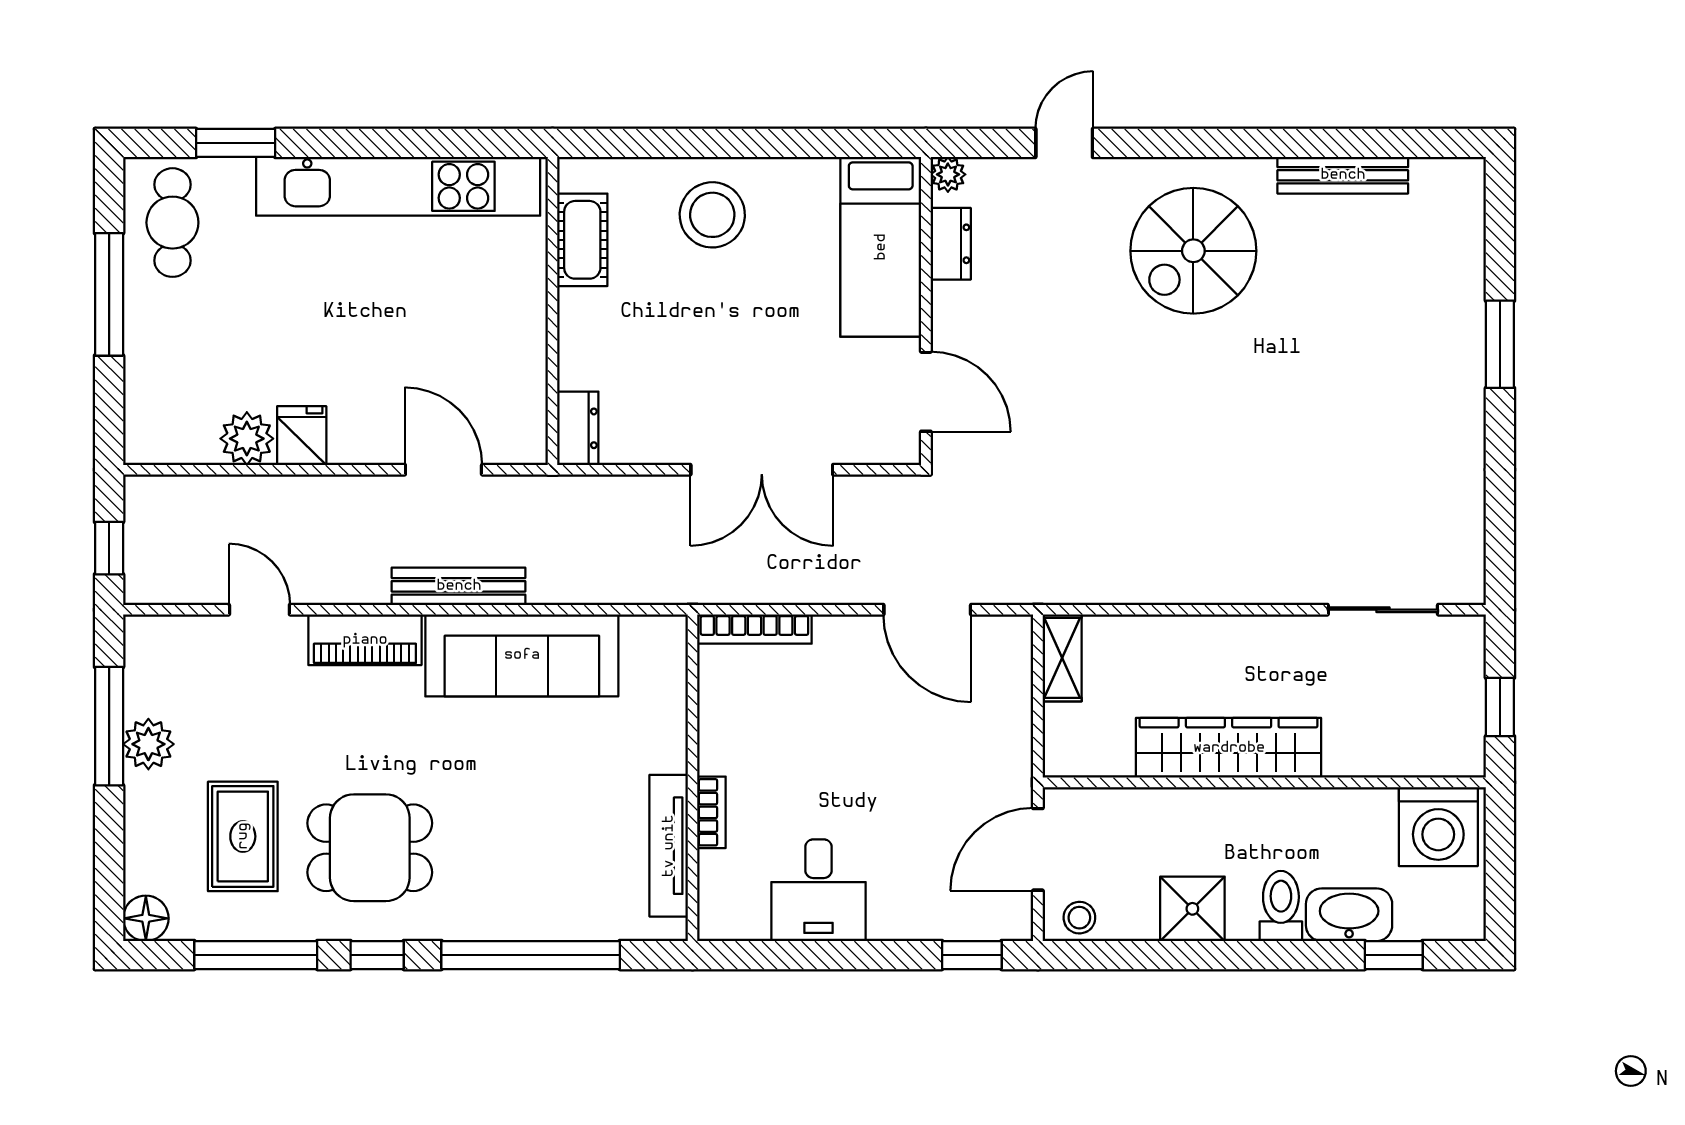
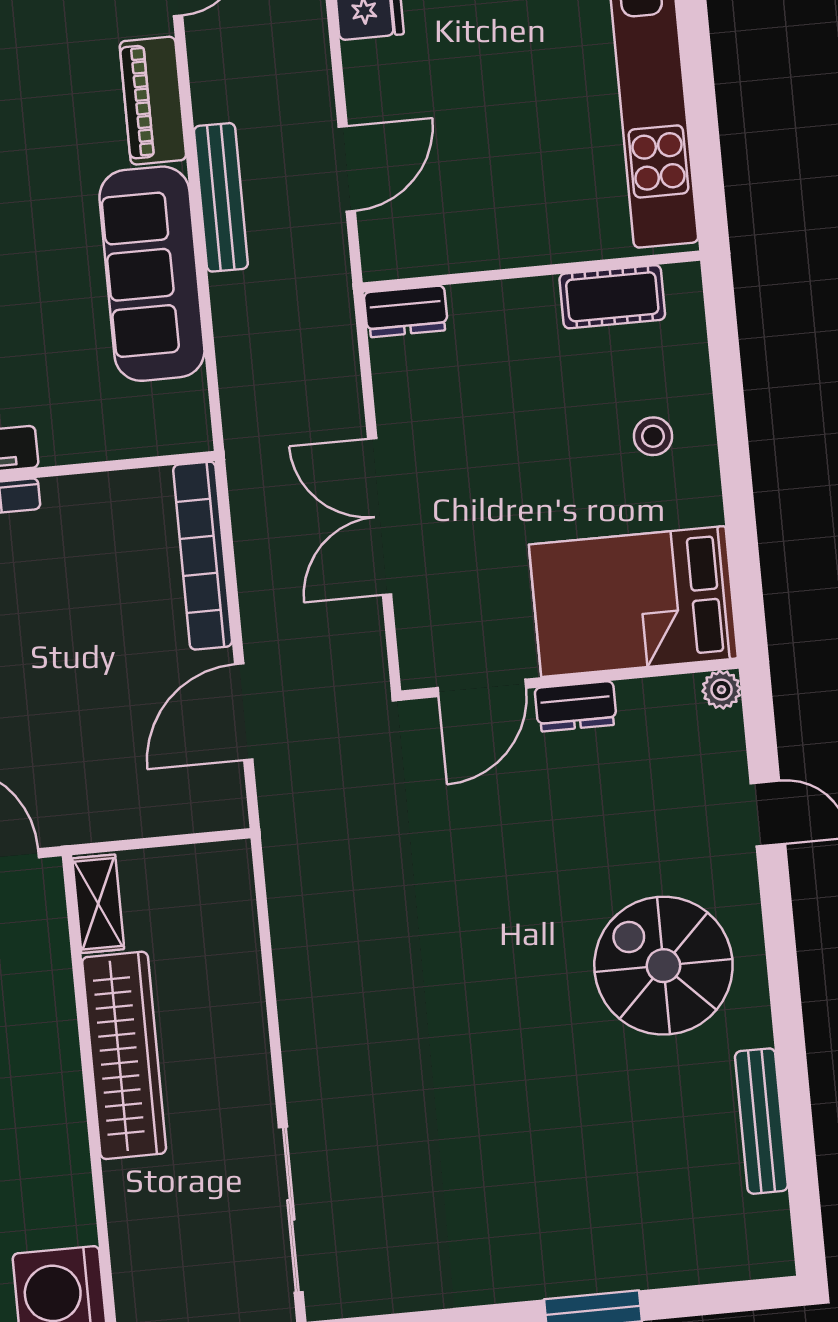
stool: (712, 215) -> (653, 436), width x0.53, depth x0.53
dresser: (951, 244) -> (576, 706), moved
bed: (881, 247) -> (633, 602), width x1.50
sliding door: (1383, 610) -> (291, 1210), width x1.37
bookcase: (754, 629) -> (203, 556), width x1.48, depth x1.31
shelving: (1062, 658) -> (98, 904), moved, turned 90

